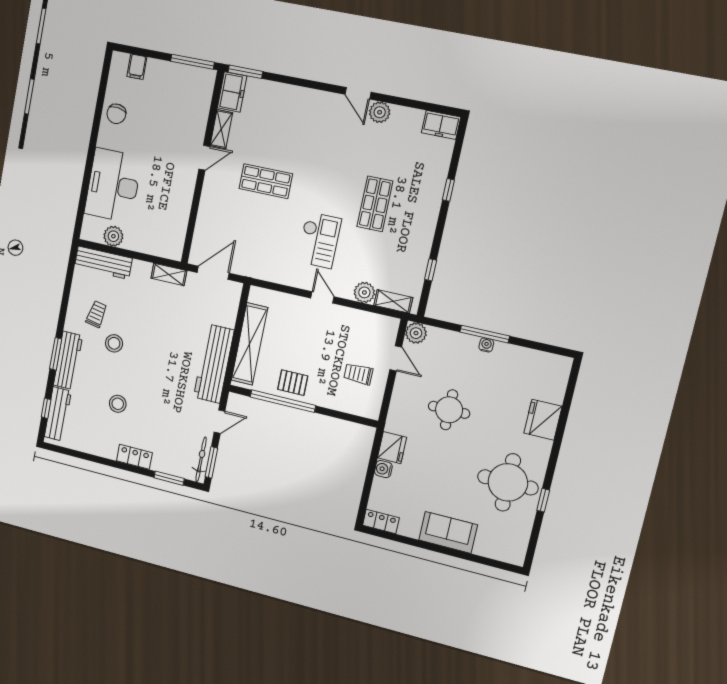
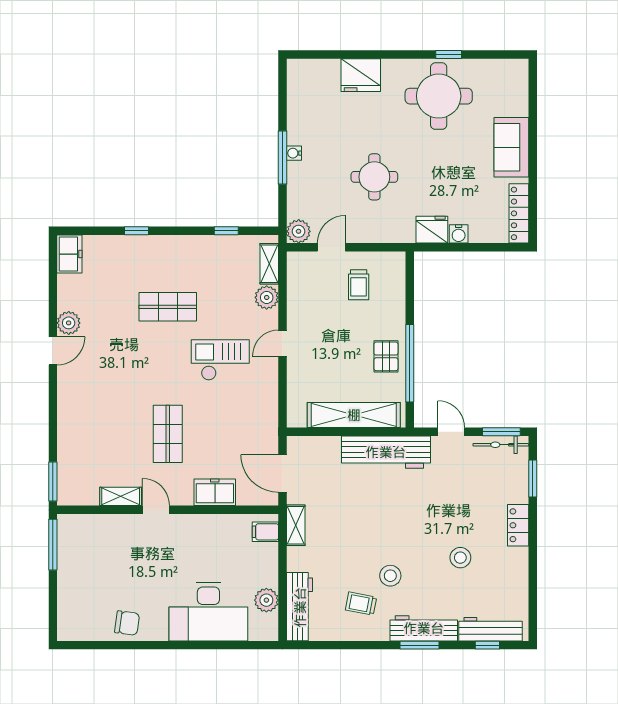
filing cabinet: (137, 67) -> (265, 532), moved, turned 180
freezer: (232, 92) -> (215, 492), moved
locker: (381, 521) -> (519, 213), width x1.53

